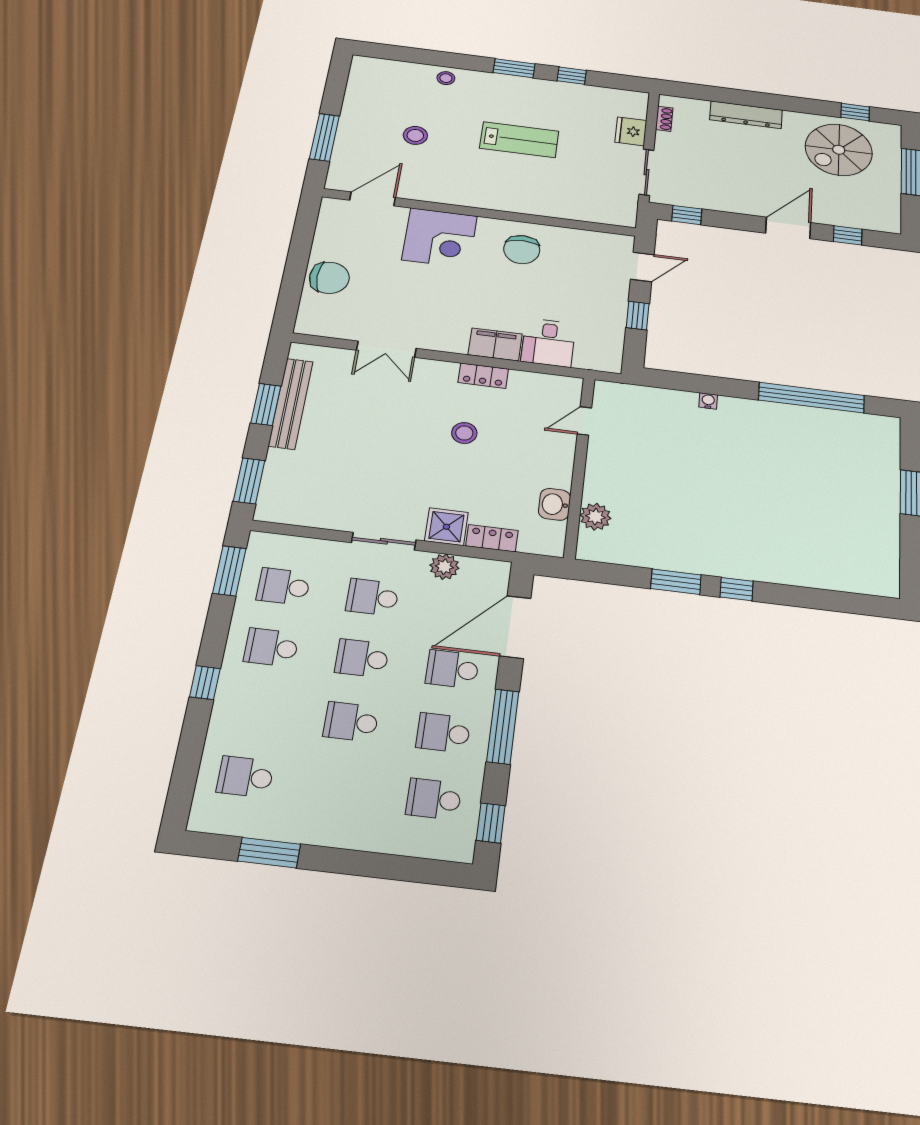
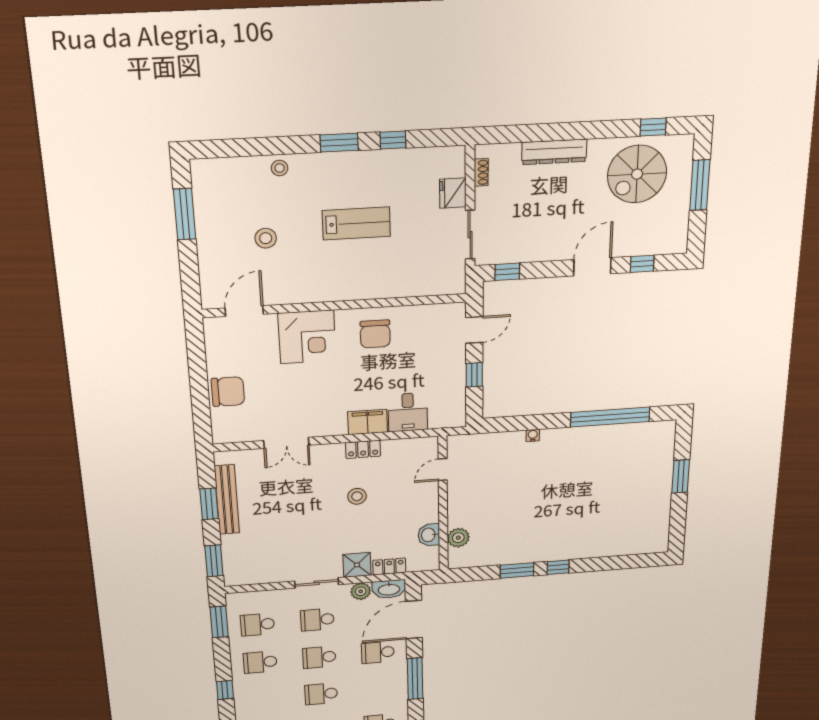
window: (324, 137) -> (185, 214), moved
washbasin: (486, 572) -> (389, 589), added
school desk: (443, 733) -> (379, 689), removed

